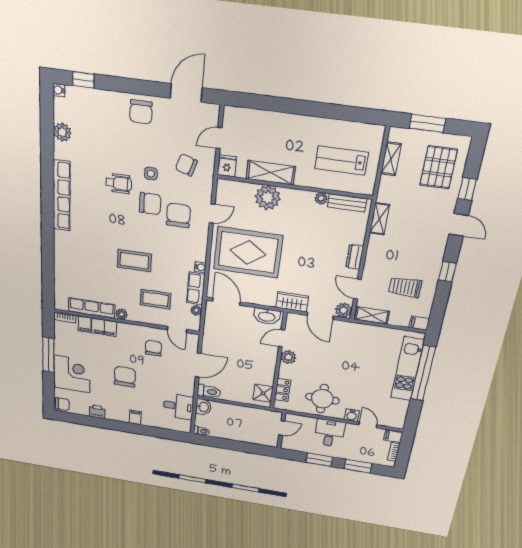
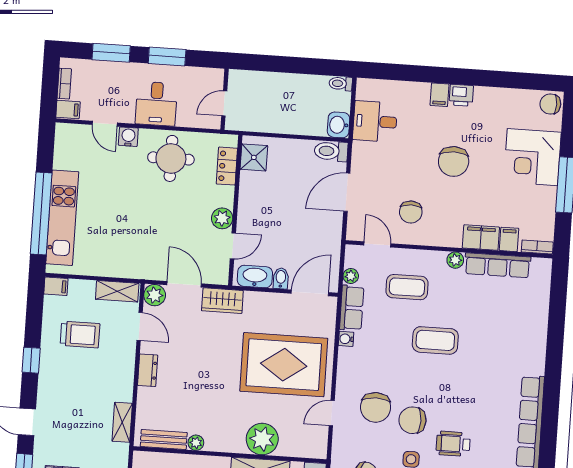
door: (226, 301) -> (310, 293), swing flipped
bidet: (248, 313) -> (281, 278), added
printer: (97, 412) -> (461, 95), moved

